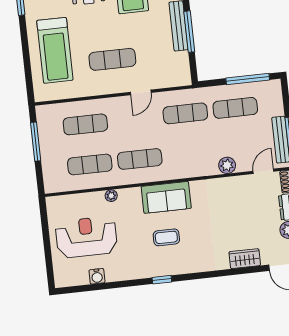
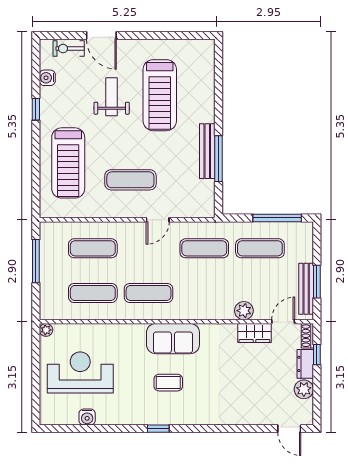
plant: (111, 196) -> (46, 330), moved
wardrobe: (245, 259) -> (254, 333), moved, turned 180

